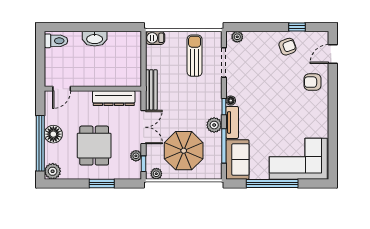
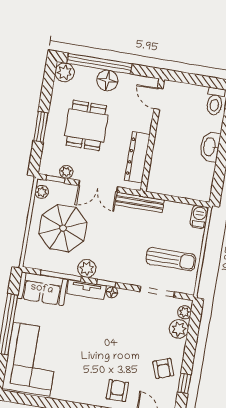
plant: (252, 39) -> (179, 329), added
dining table: (94, 146) -> (86, 125), turned 90

